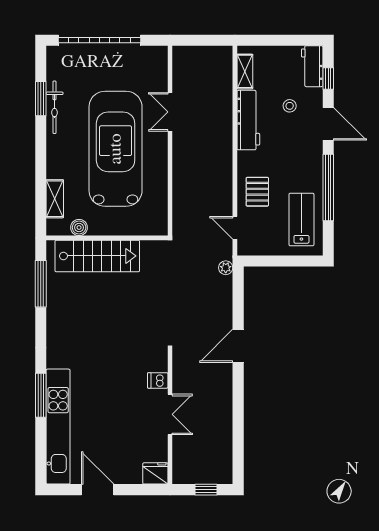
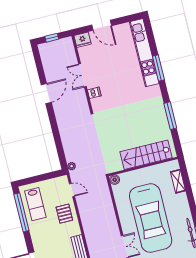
window: (328, 187) -> (21, 212), moved
boiler: (79, 227) -> (115, 180), moved
window: (41, 284) -> (170, 116), moved
door: (238, 346) -> (46, 94), moved
door: (98, 490) -> (102, 25), moved

